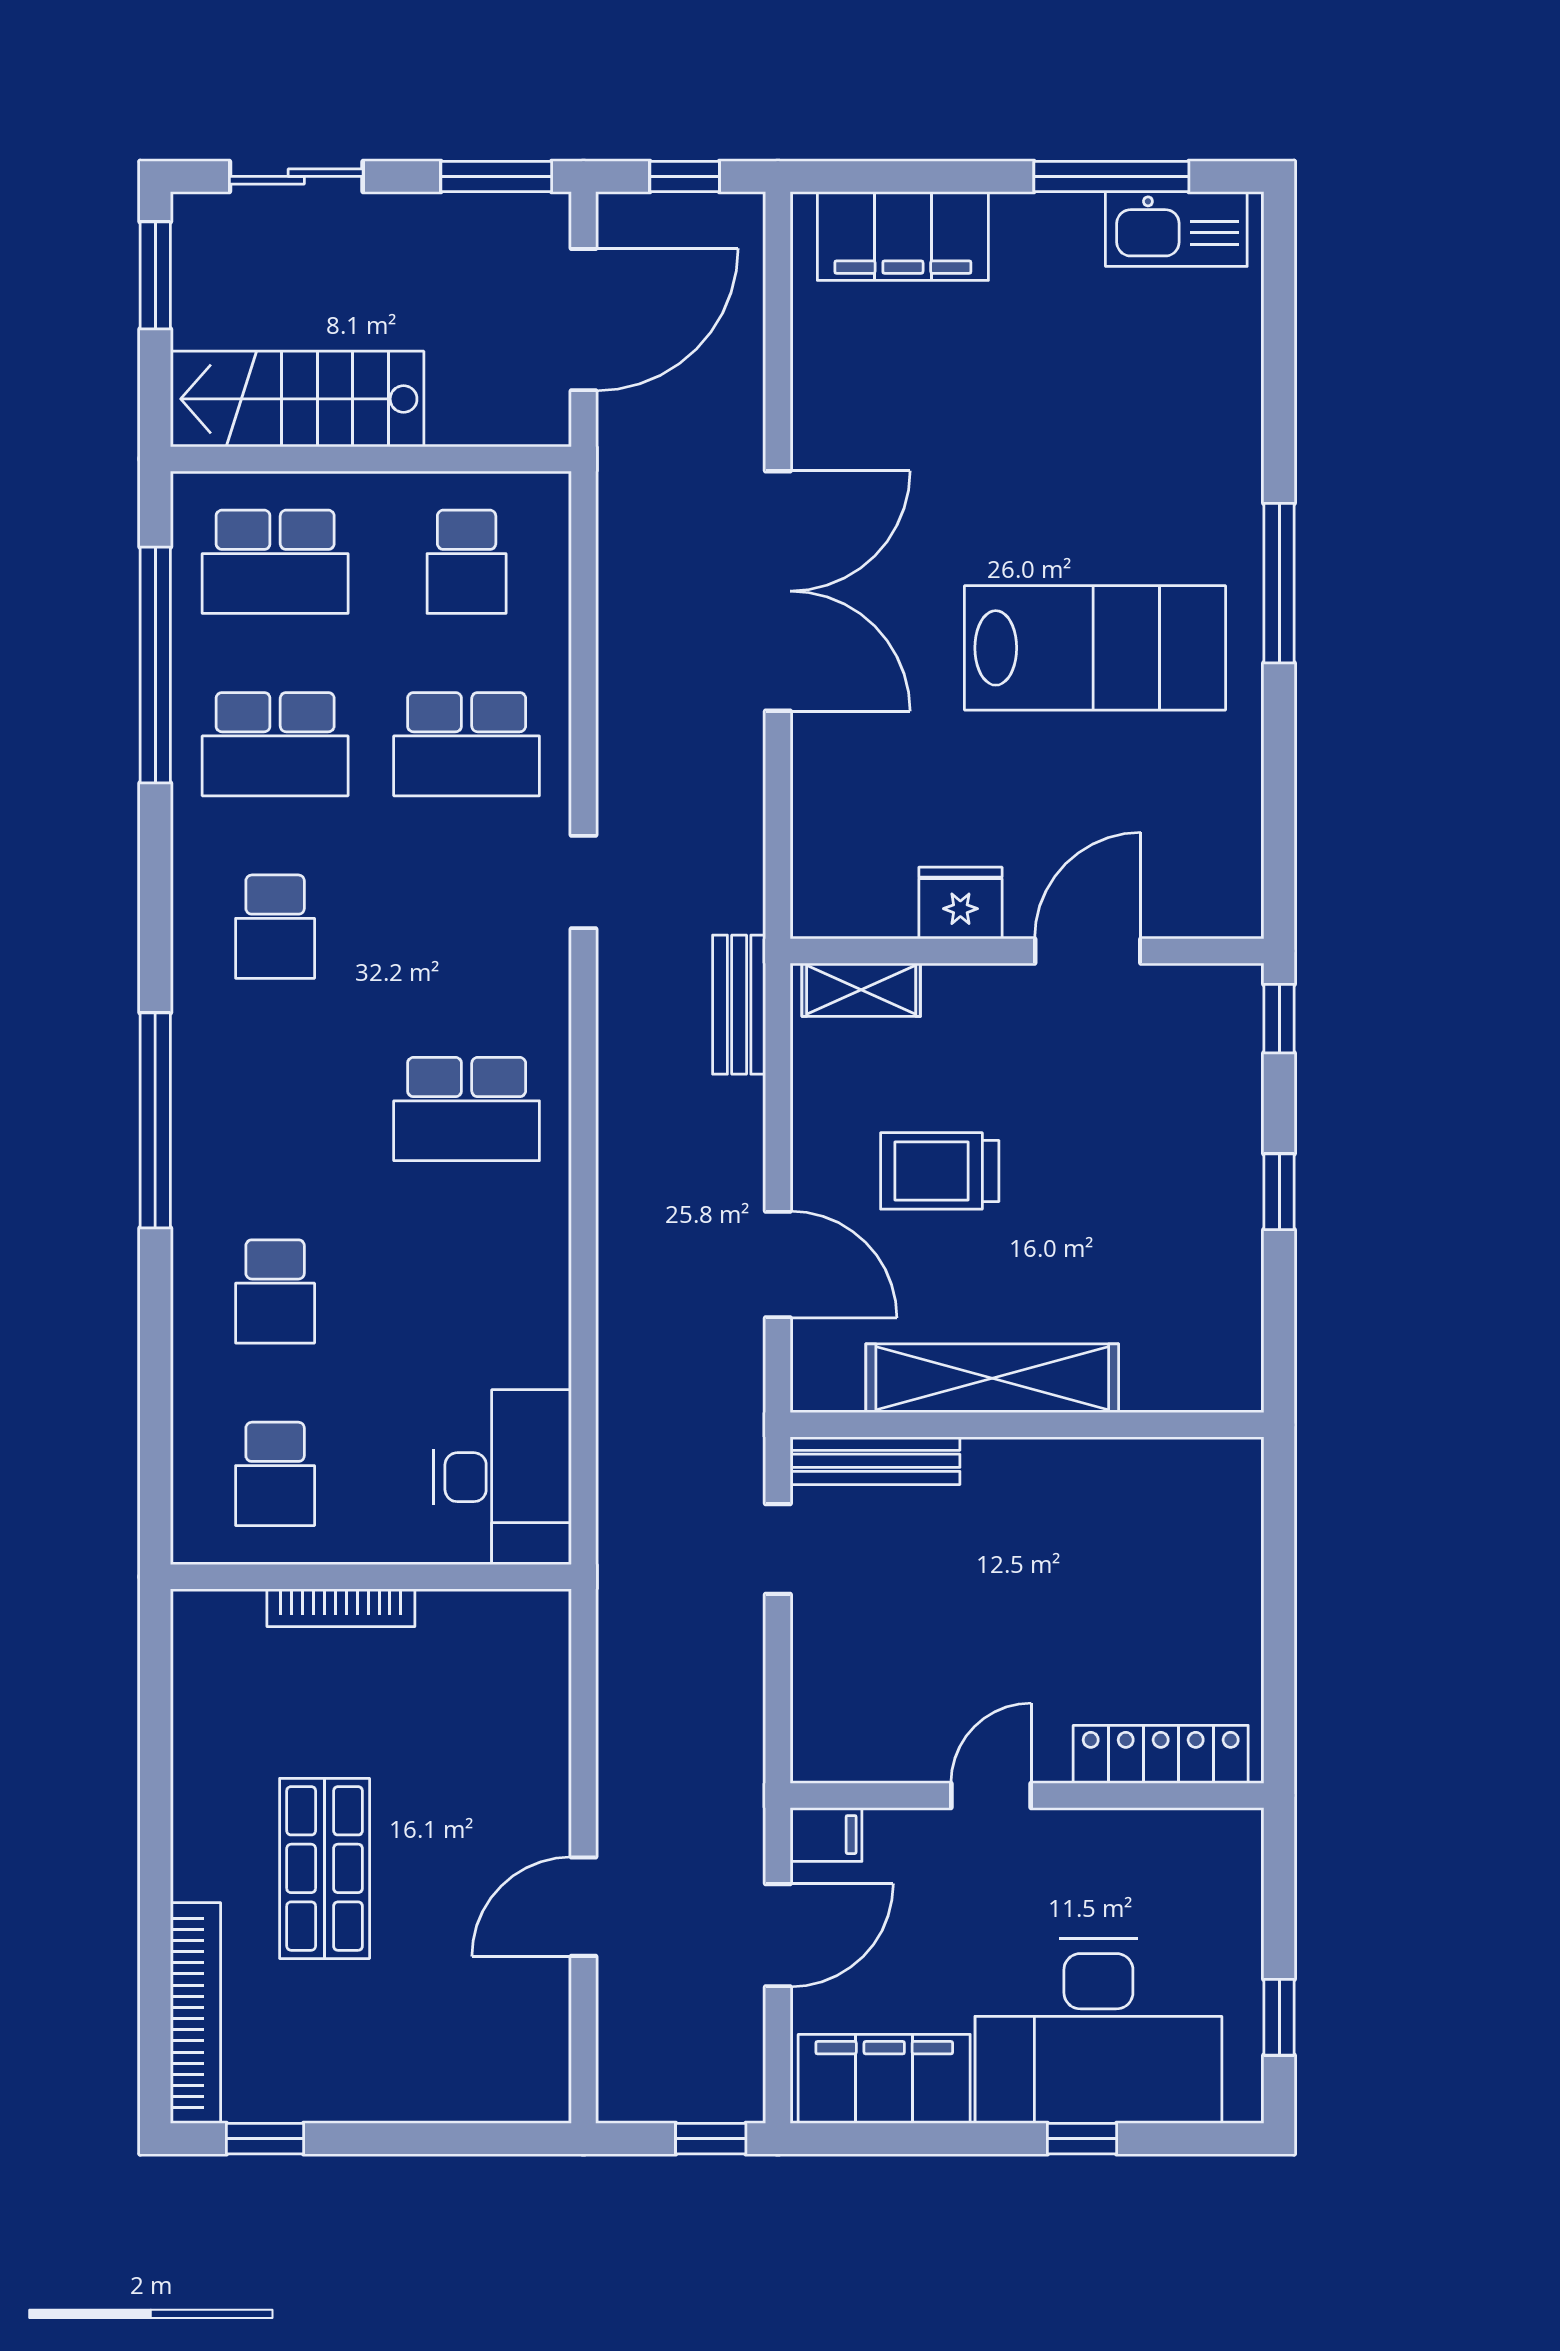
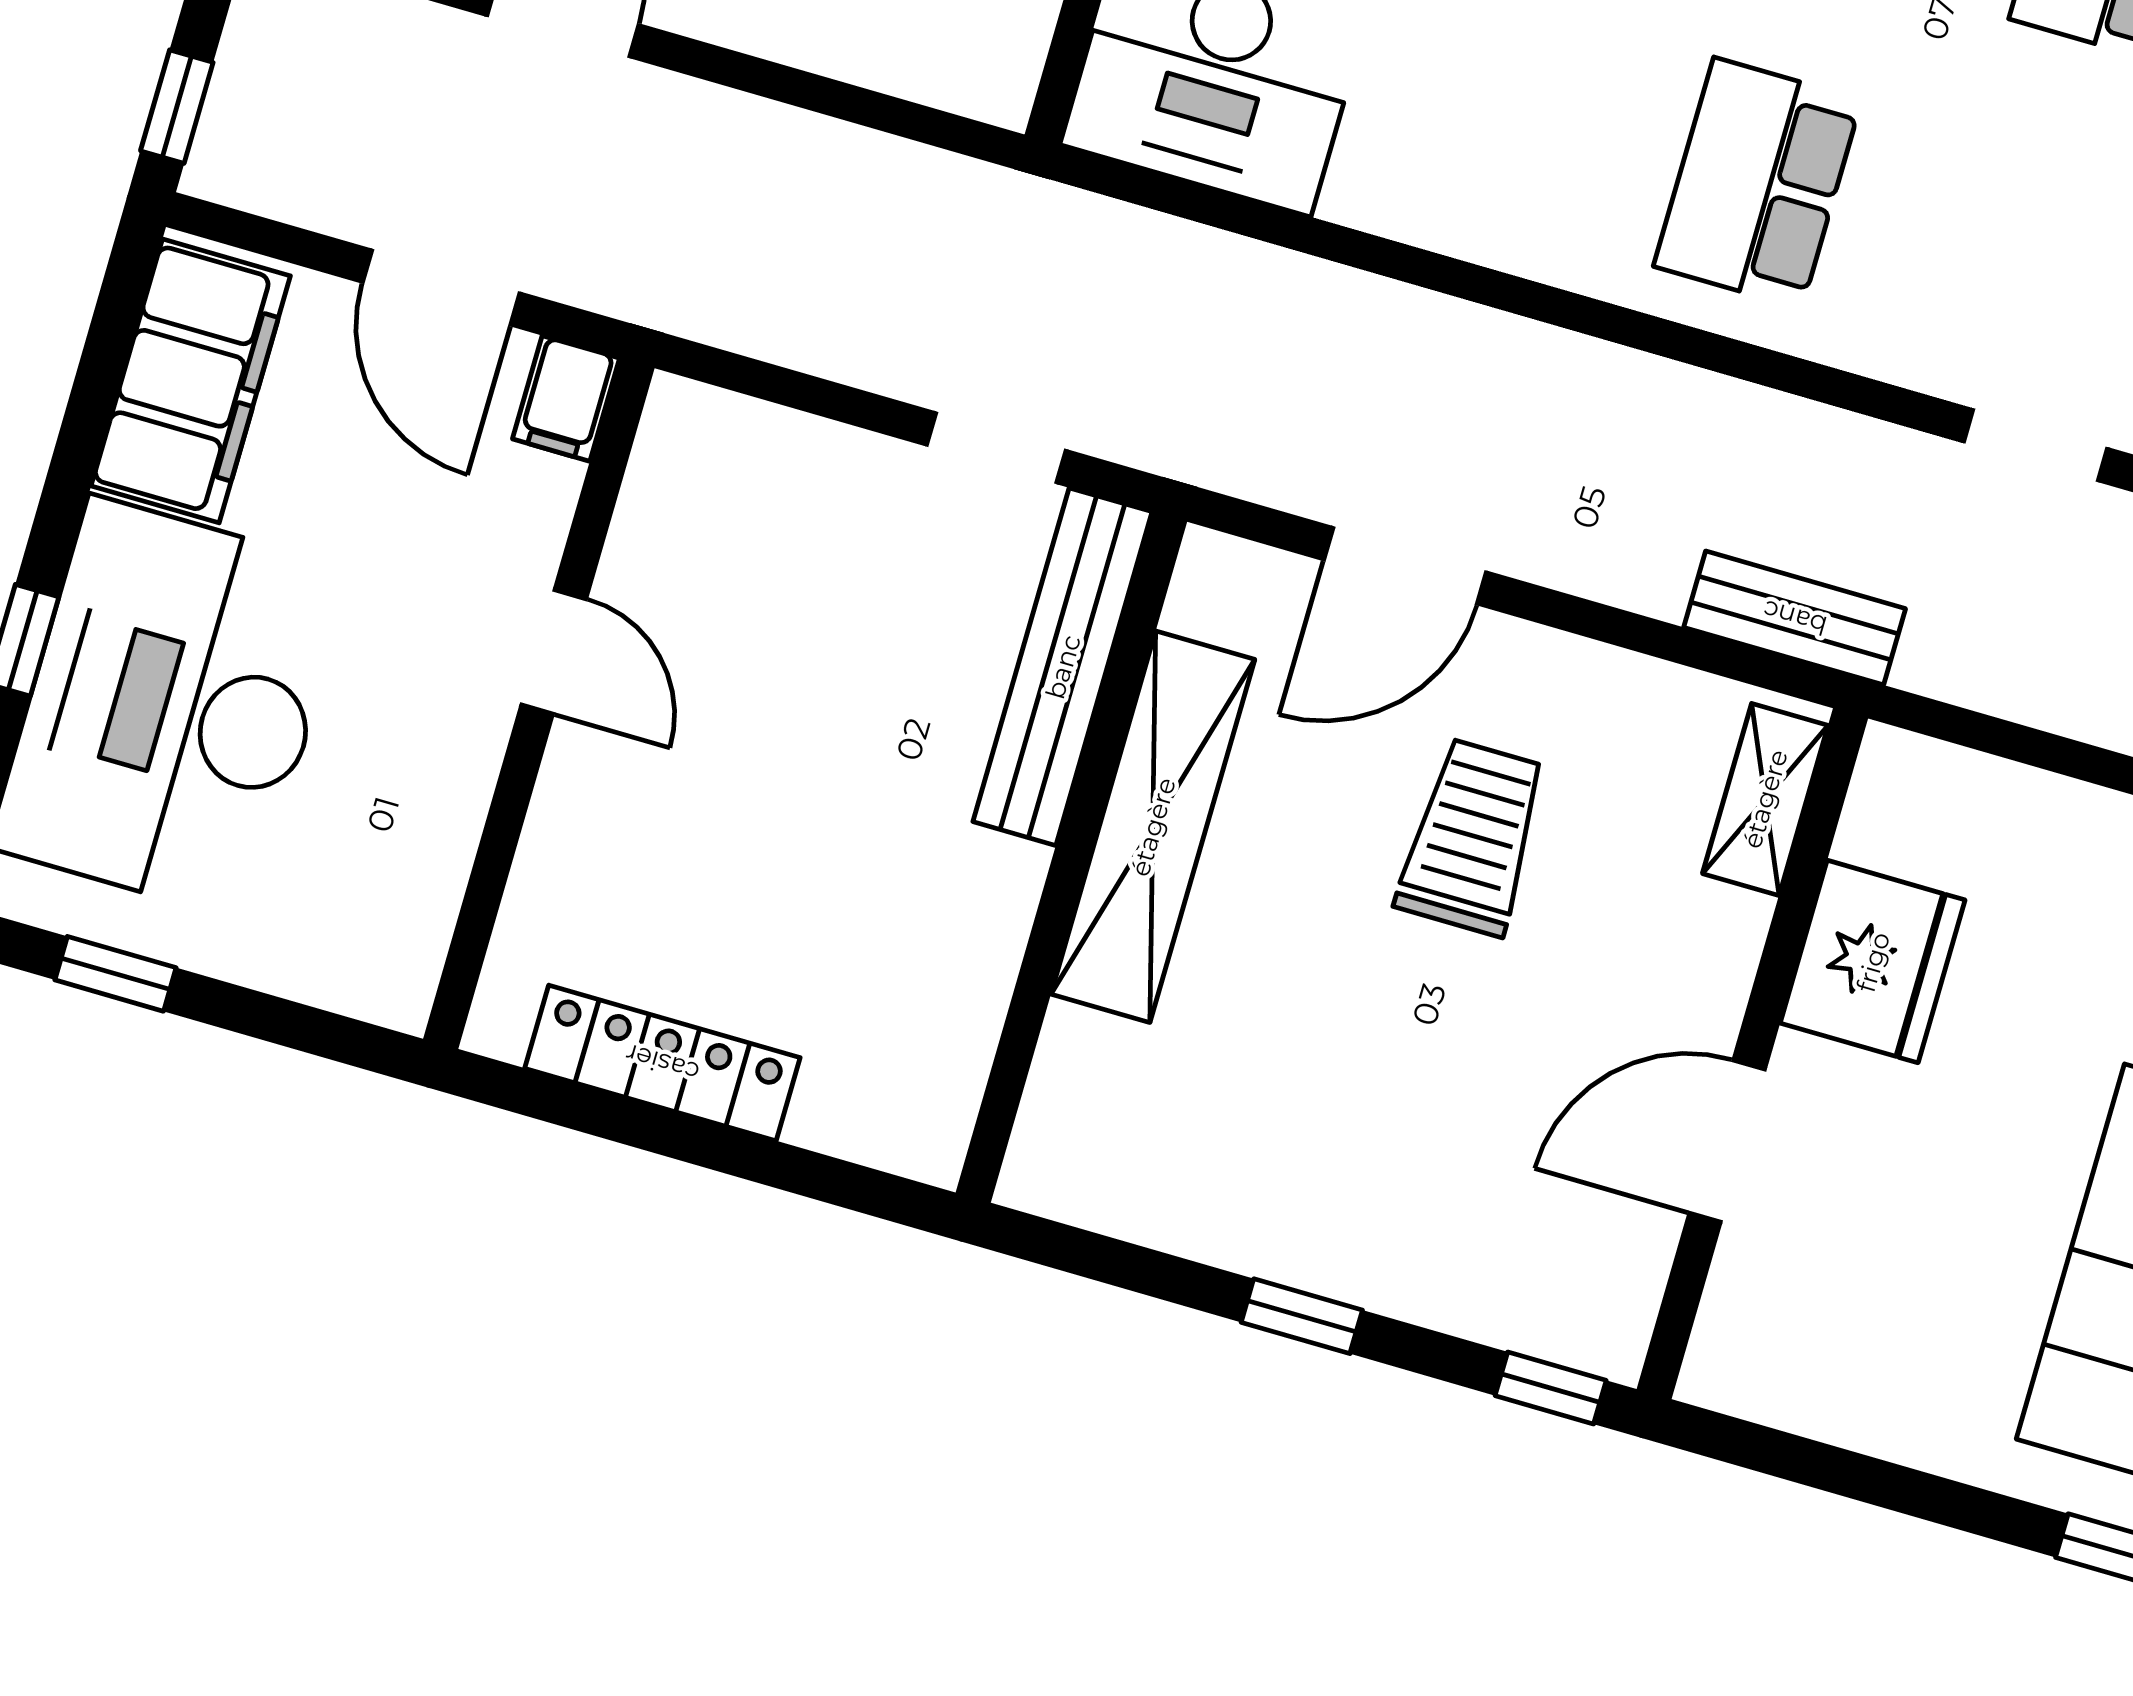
fridge: (960, 903) -> (1873, 962), width x1.36, depth x1.34
door: (1088, 951) -> (1727, 1141), swing flipped
bench: (875, 1461) -> (1063, 667), width x1.37, depth x1.21
locker: (1161, 1754) -> (662, 1063), moved, turned -90

